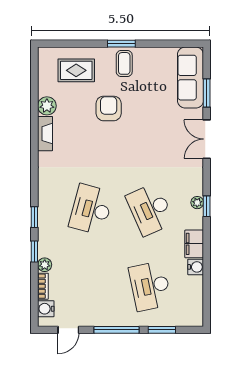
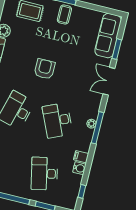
armchair: (109, 108) -> (45, 69), moved
window: (207, 206) -> (97, 128), width x2.17
filing cabinet: (194, 244) -> (81, 157), width x0.50
window: (207, 298) -> (82, 191), added

